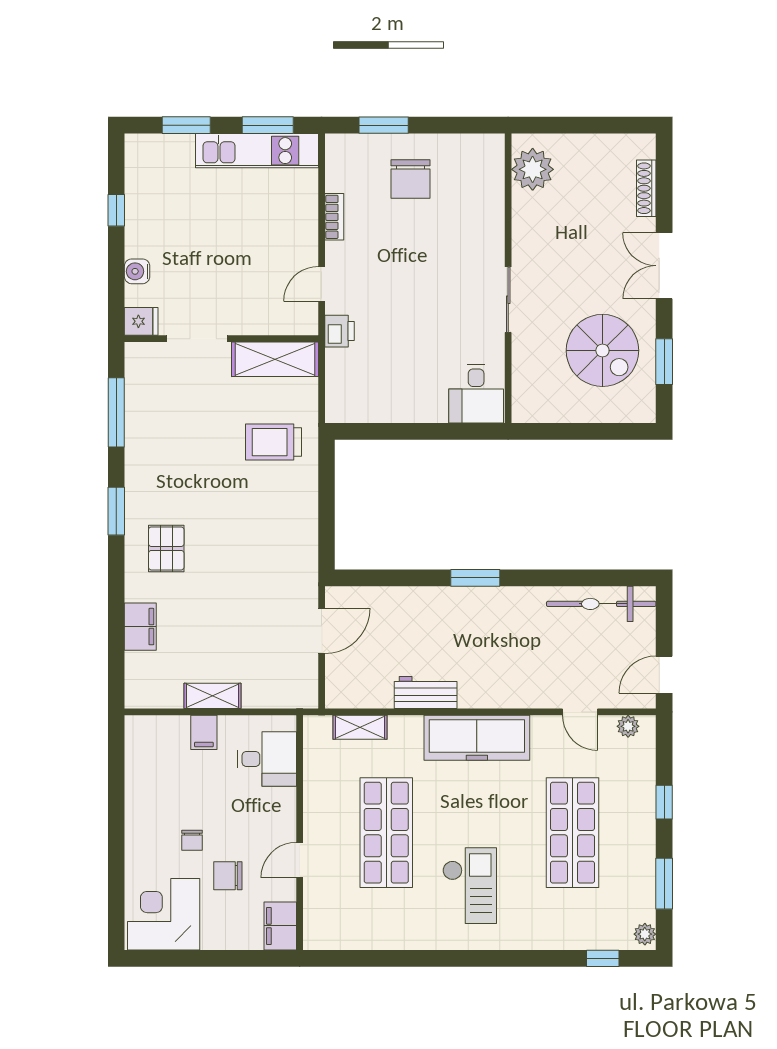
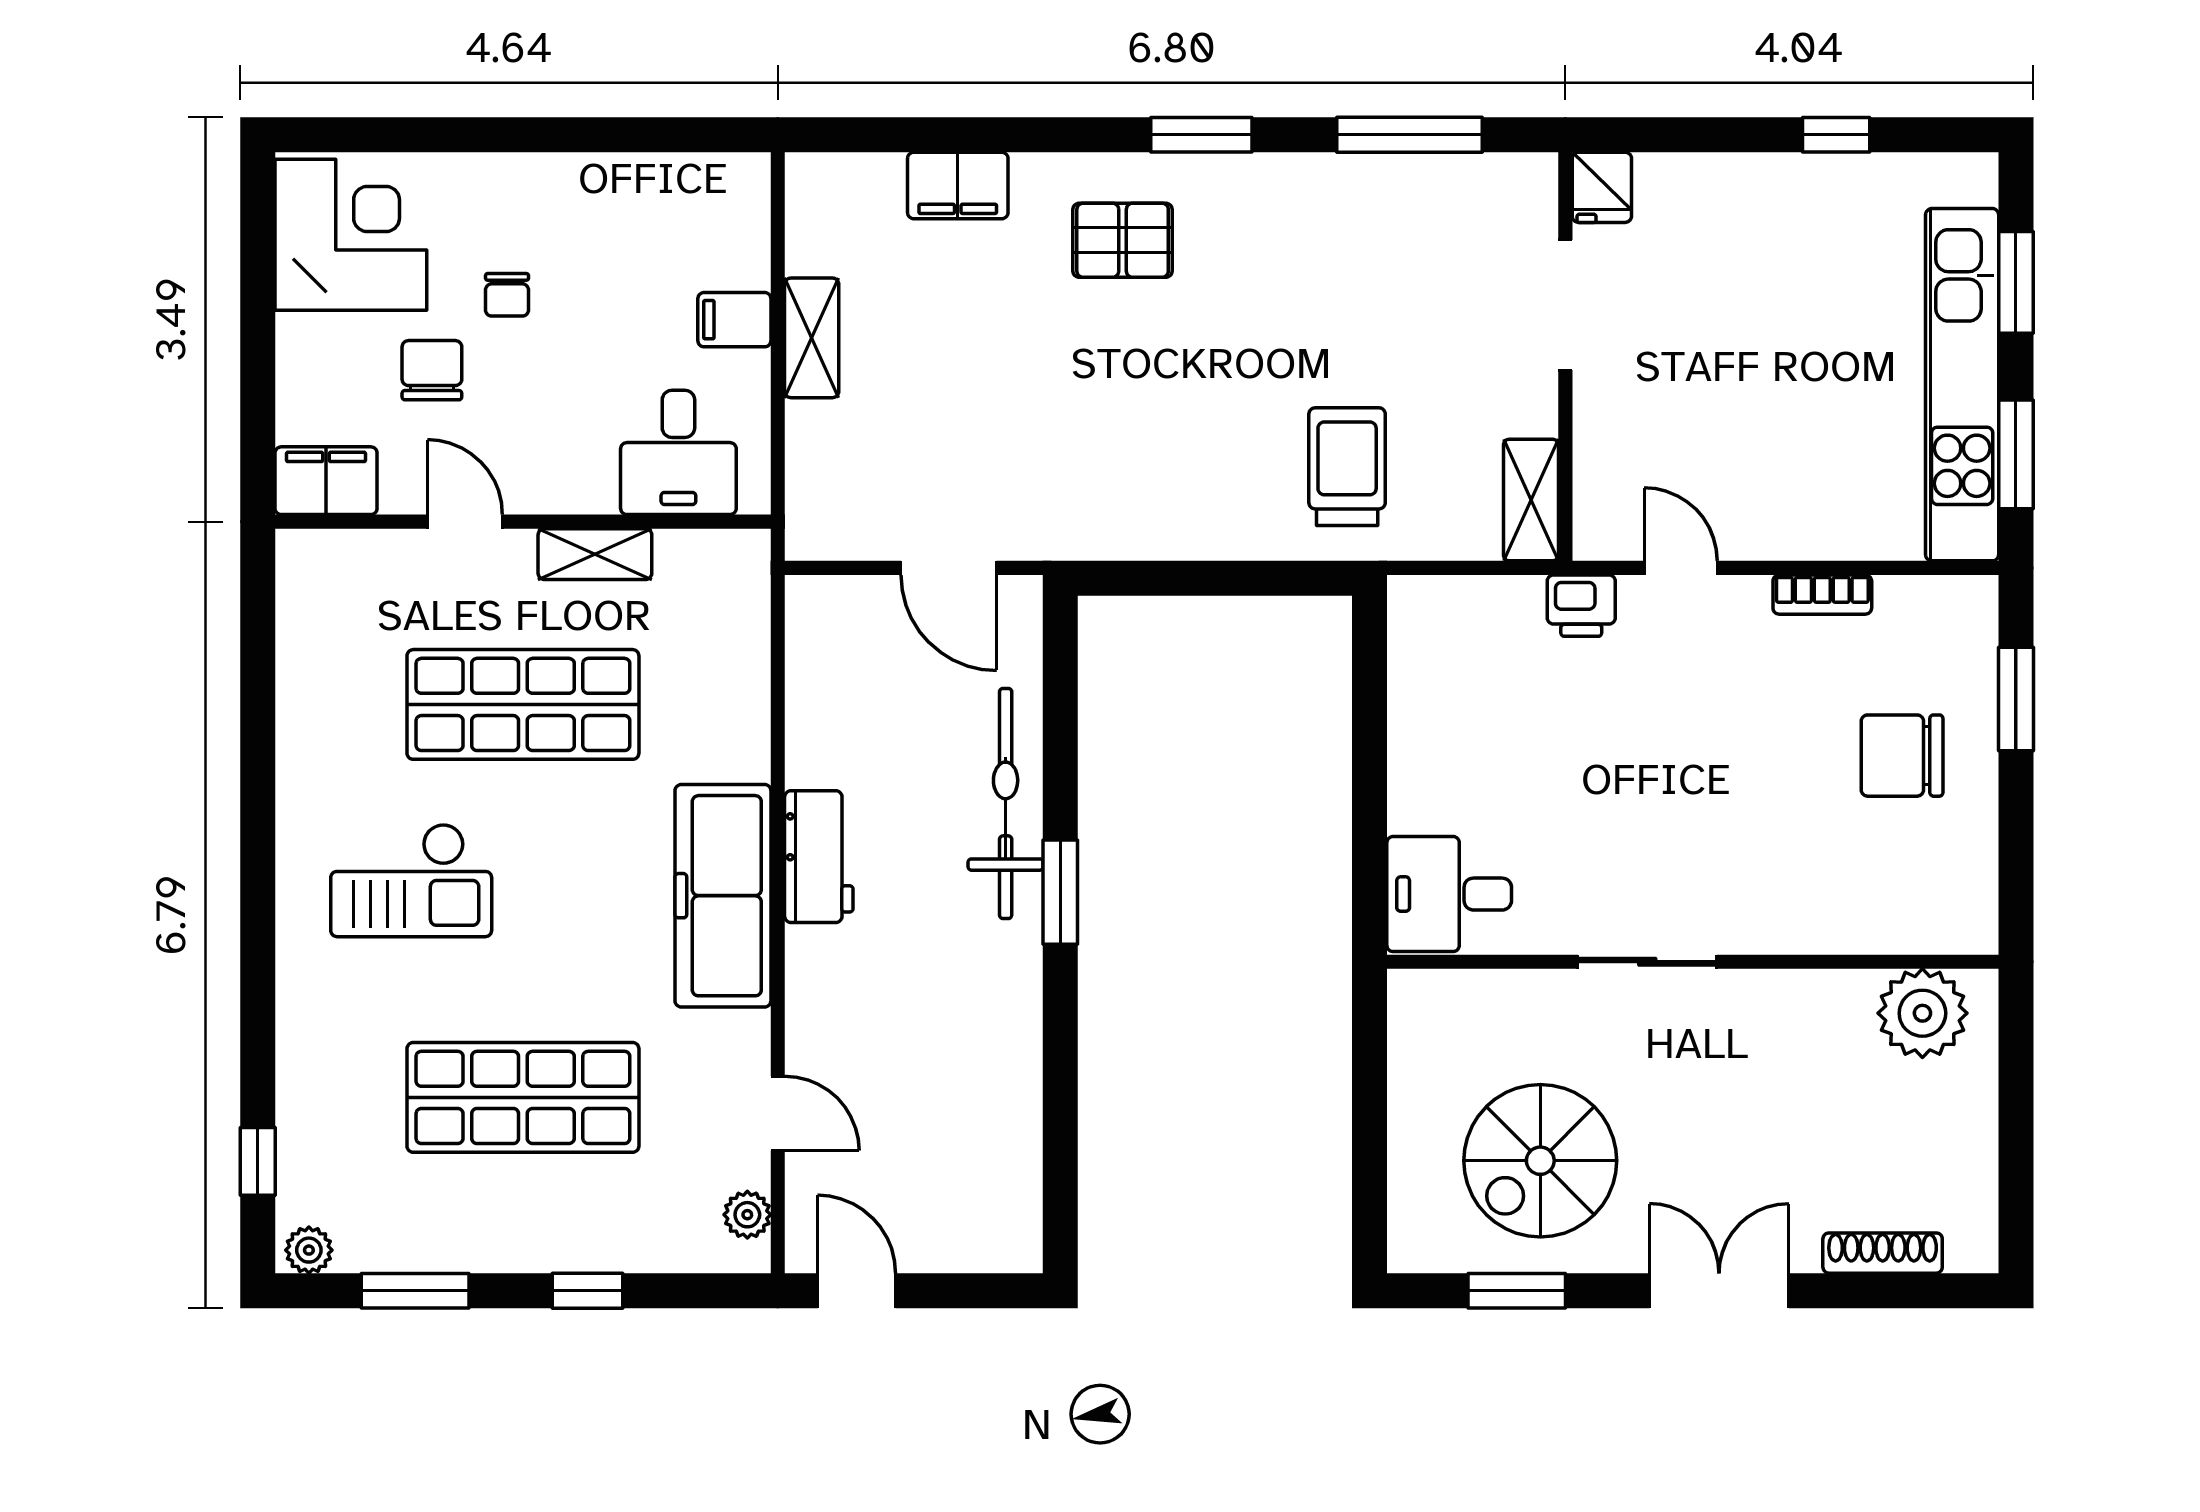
kitchen unit: (257, 151) -> (1962, 385), width x1.36
water cooler: (137, 271) -> (1707, 179), removed
shelving: (275, 359) -> (1531, 500), width x0.67, depth x0.75
bicycle: (601, 604) -> (1006, 803), moved
workbench: (426, 692) -> (819, 857), moved
door: (580, 712) -> (778, 1113), swing flipped
shelving: (360, 727) -> (595, 554), moved, turned 90
chair: (192, 840) -> (507, 295), turned -90

